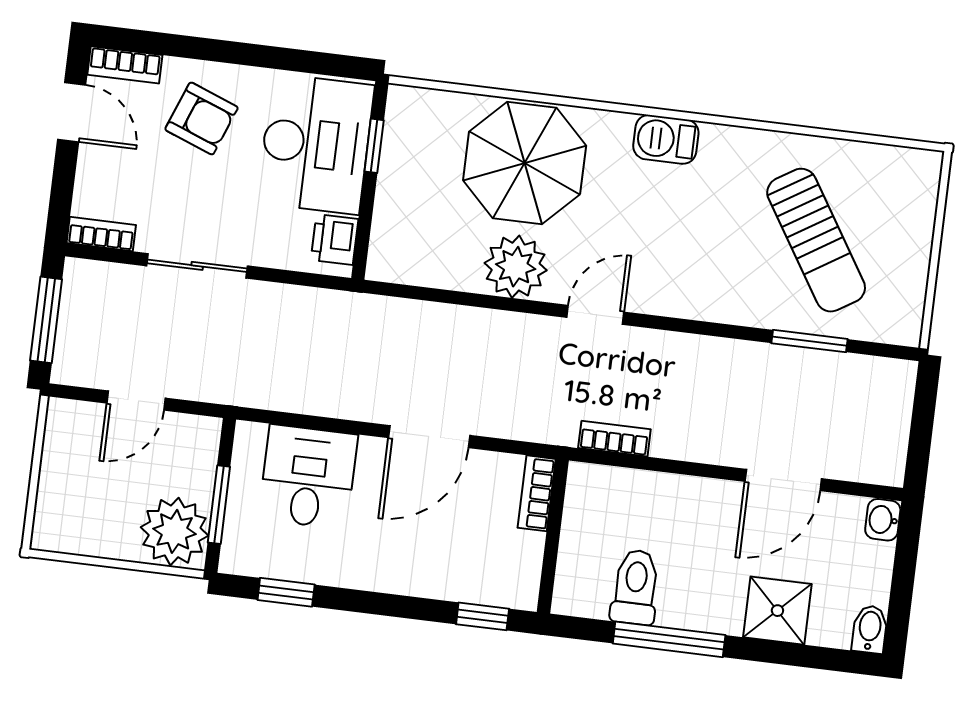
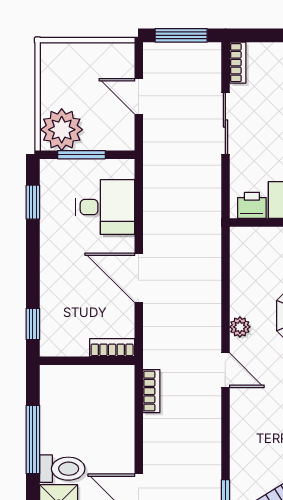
plant: (516, 267) -> (240, 327), width x0.53, depth x0.53
toilet: (635, 587) -> (62, 469), moved

